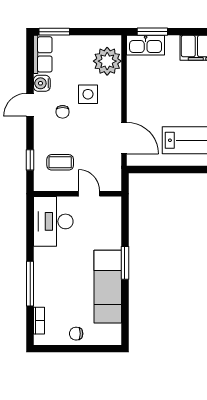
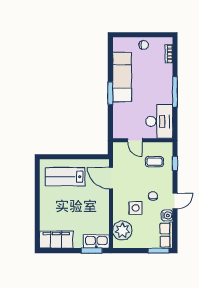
window: (30, 284) -> (175, 92), moved

